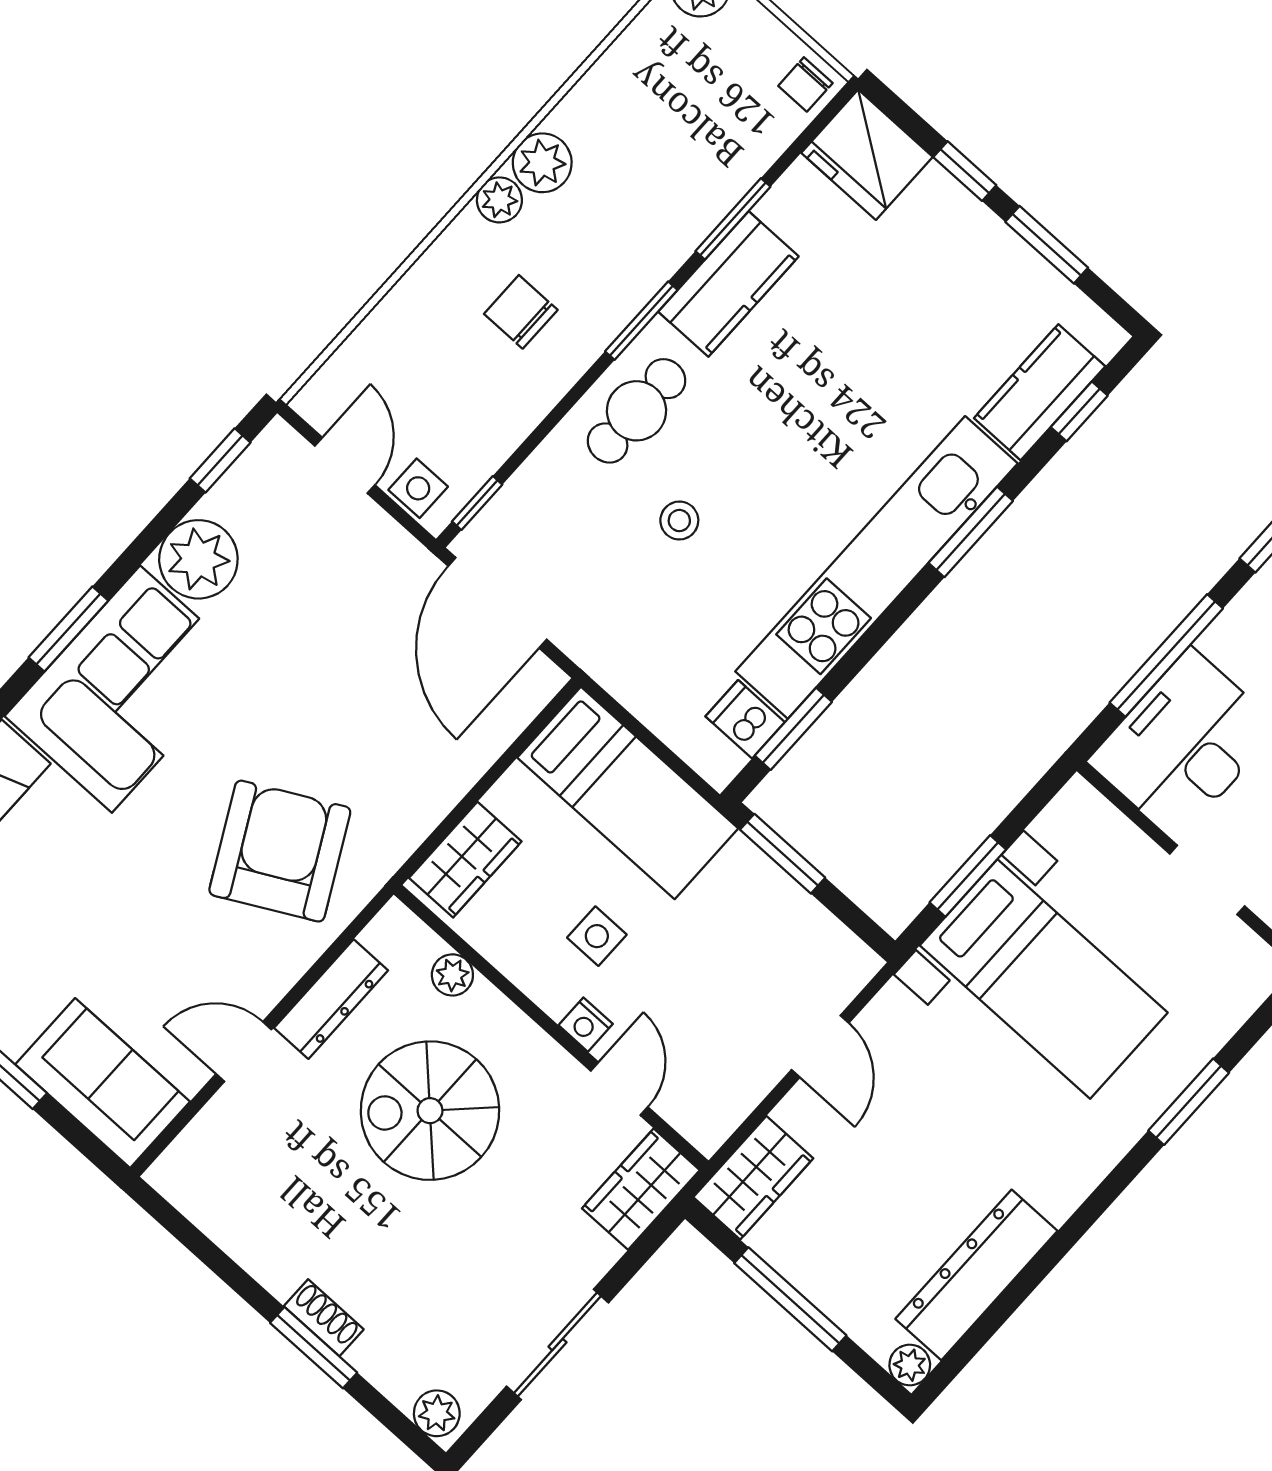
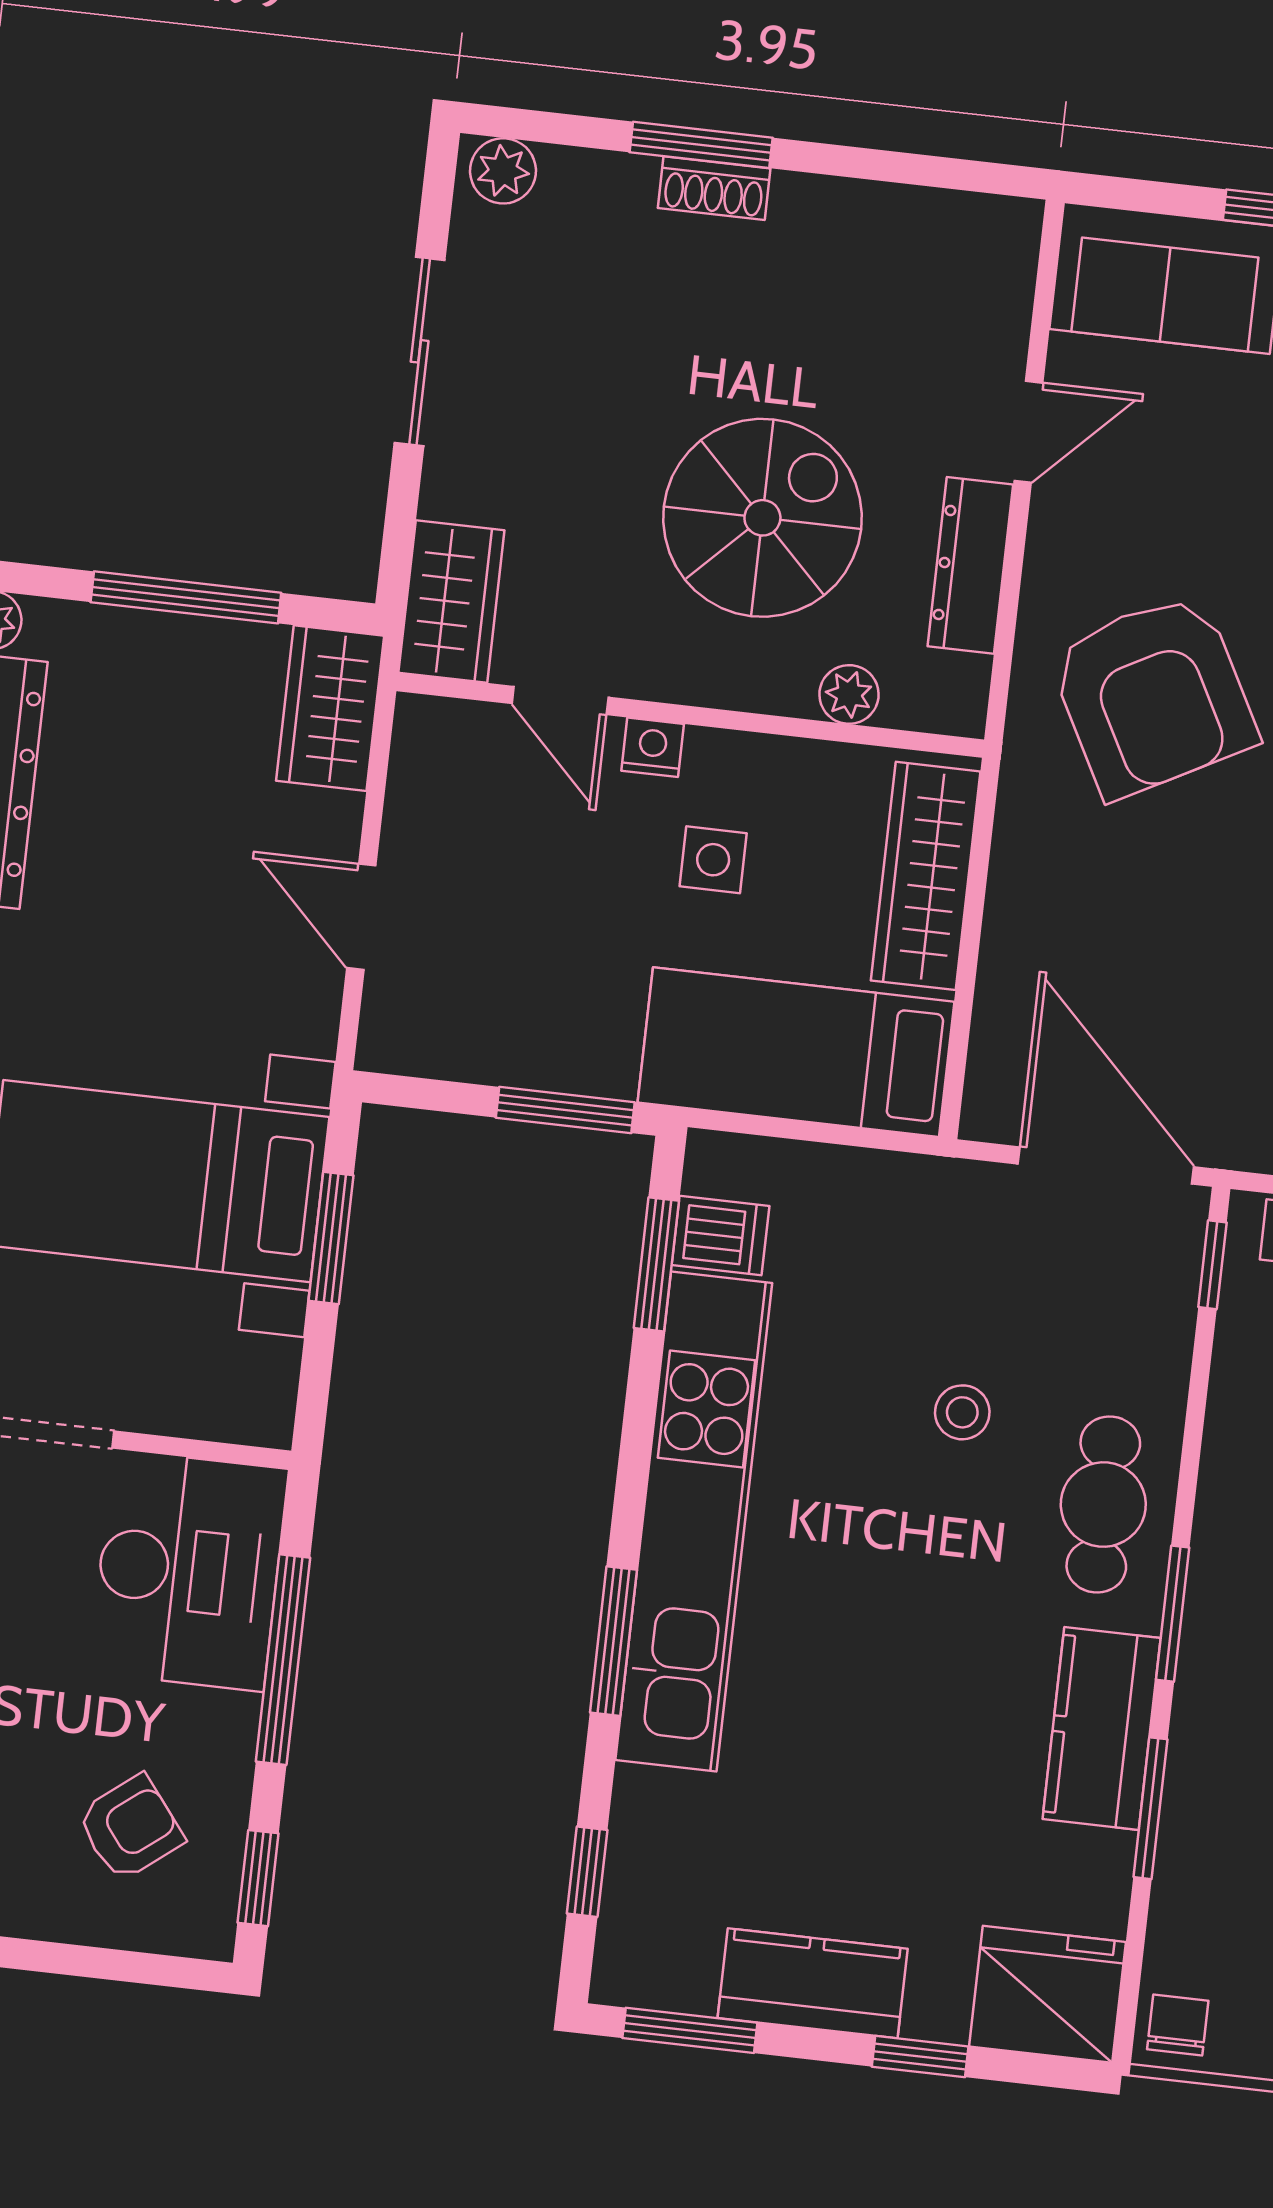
window: (1047, 245) -> (690, 2030), moved
kitchen counter: (1040, 392) -> (813, 1983), moved, turned -90
wardrobe: (465, 860) -> (926, 876), width x1.50

